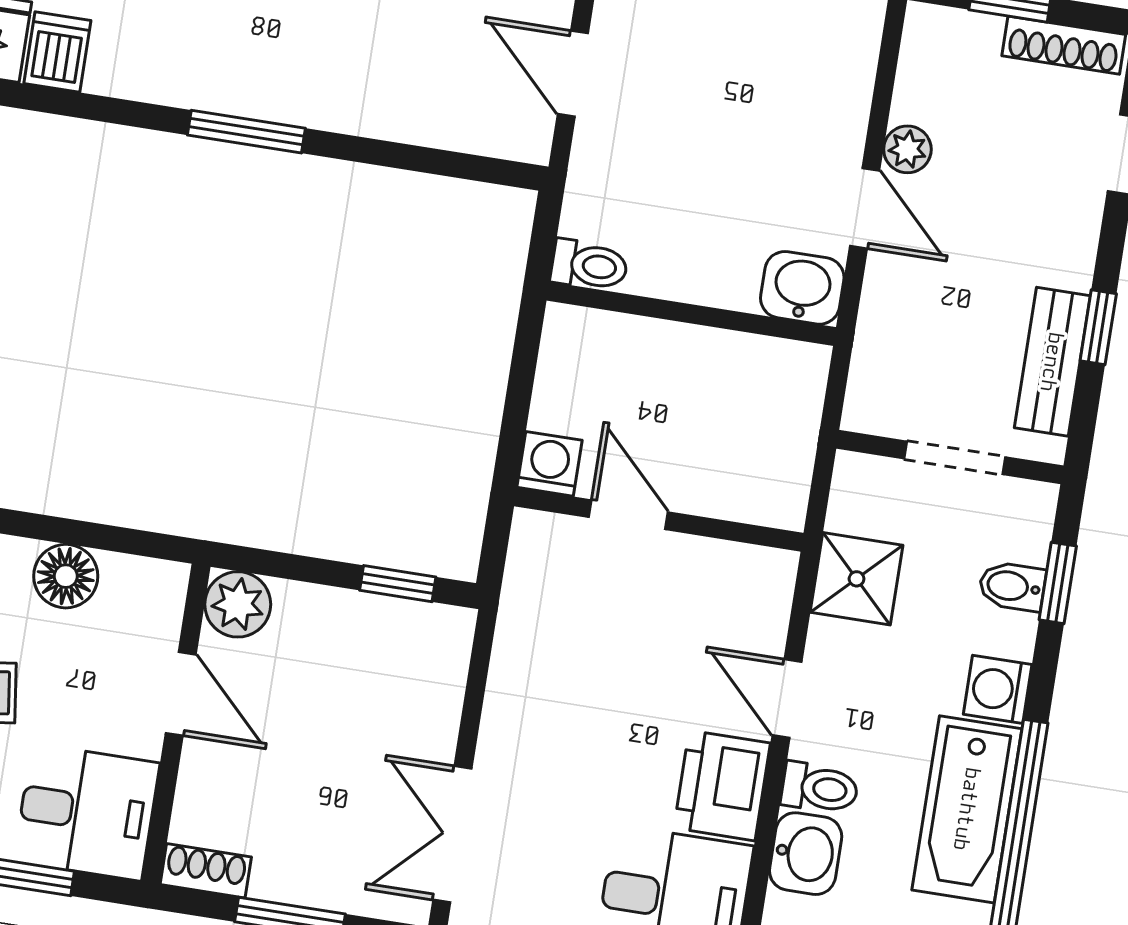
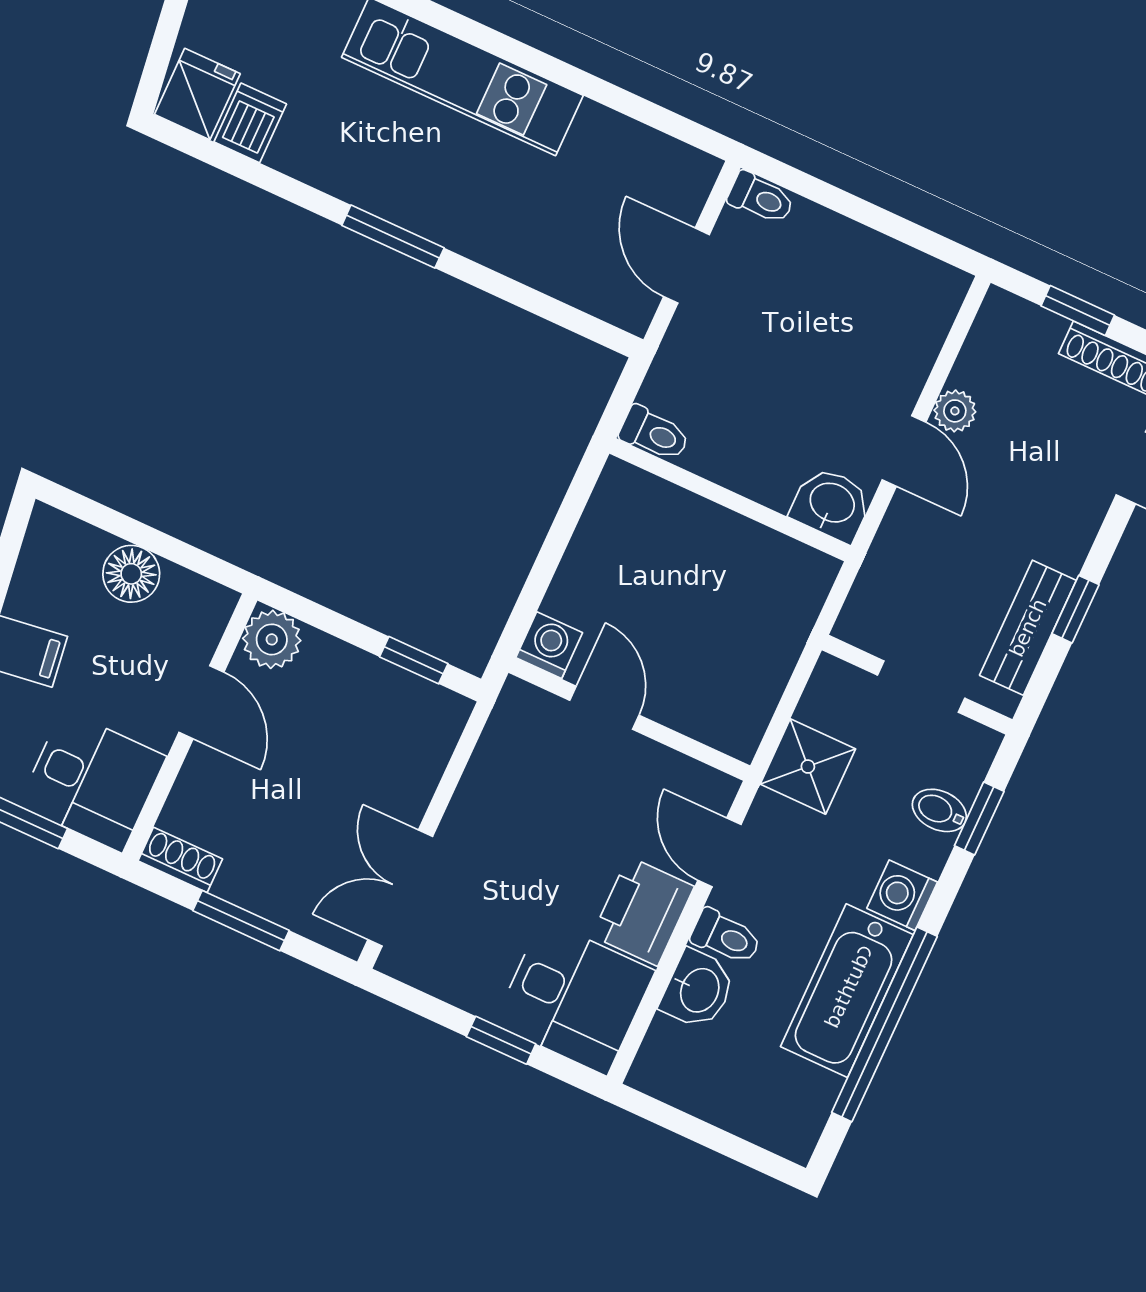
washing machine: (549, 464) -> (549, 645), moved
door: (628, 515) -> (604, 708), moved
wall: (659, 520) -> (629, 719), moved

